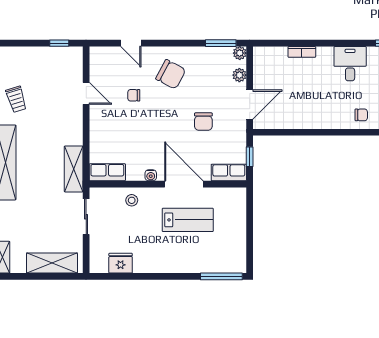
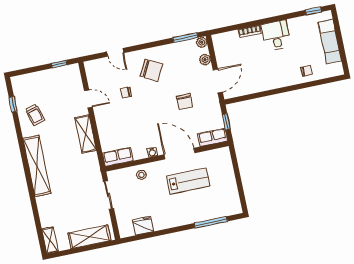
desk: (350, 64) -> (276, 35), moved
shelving: (74, 169) -> (86, 134), moved
window: (221, 276) -> (211, 222), moved

